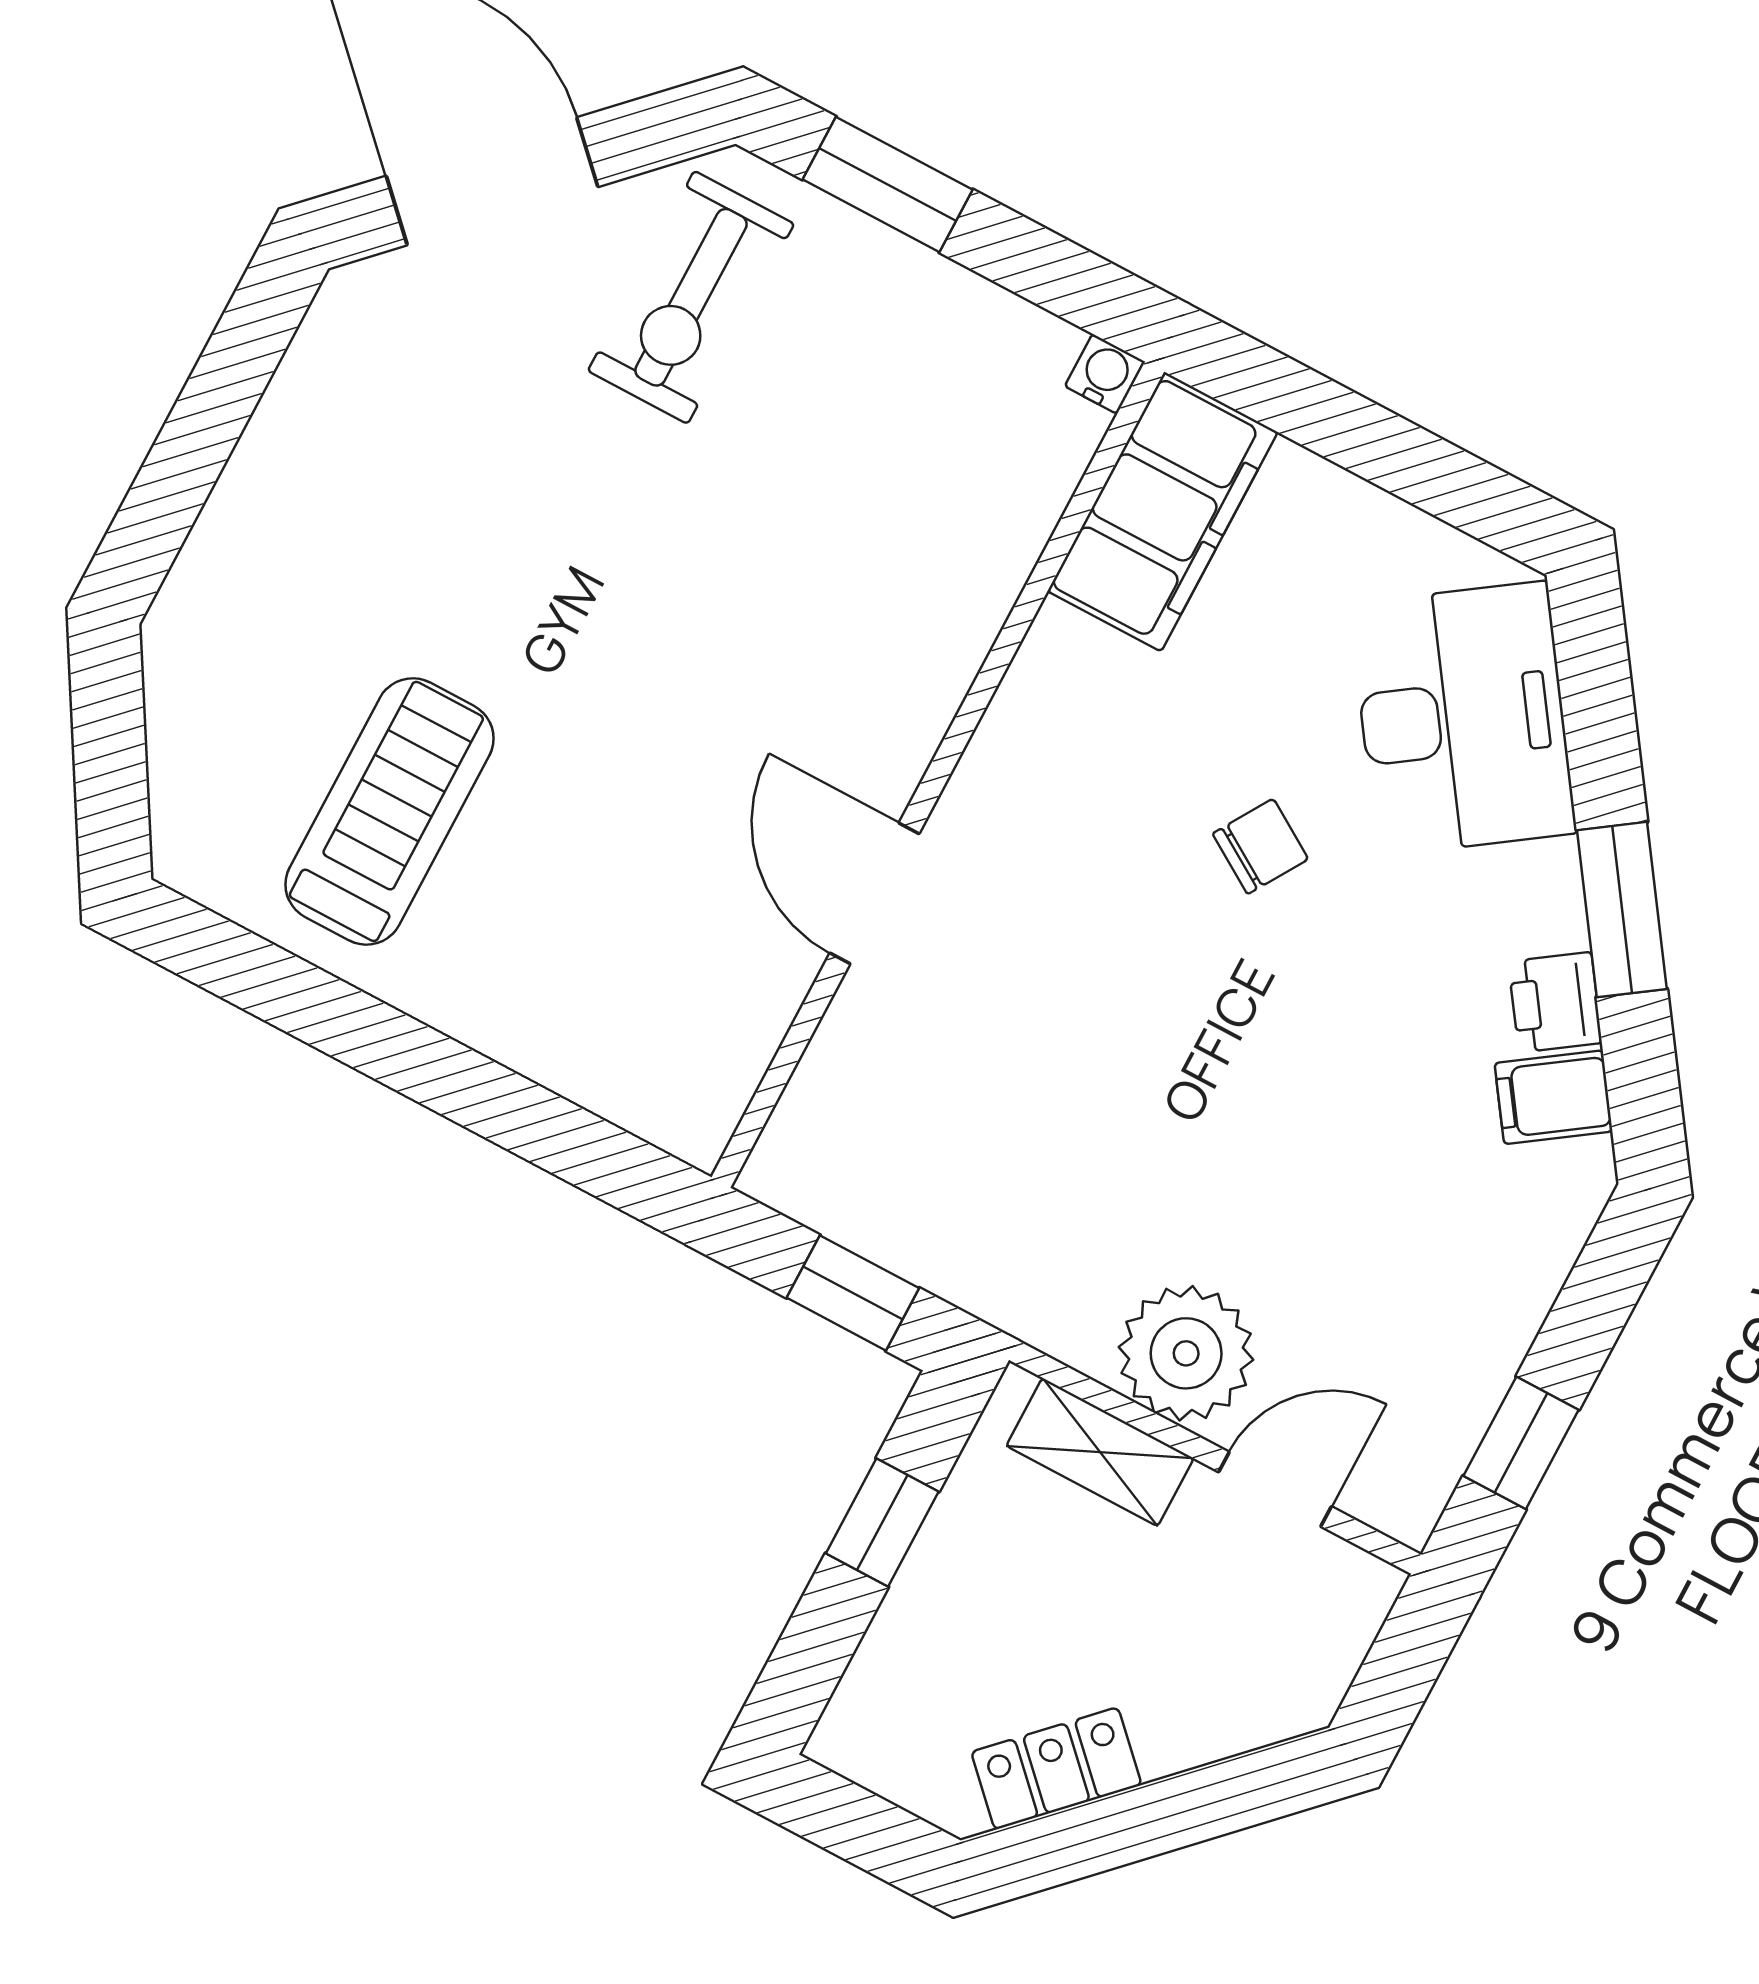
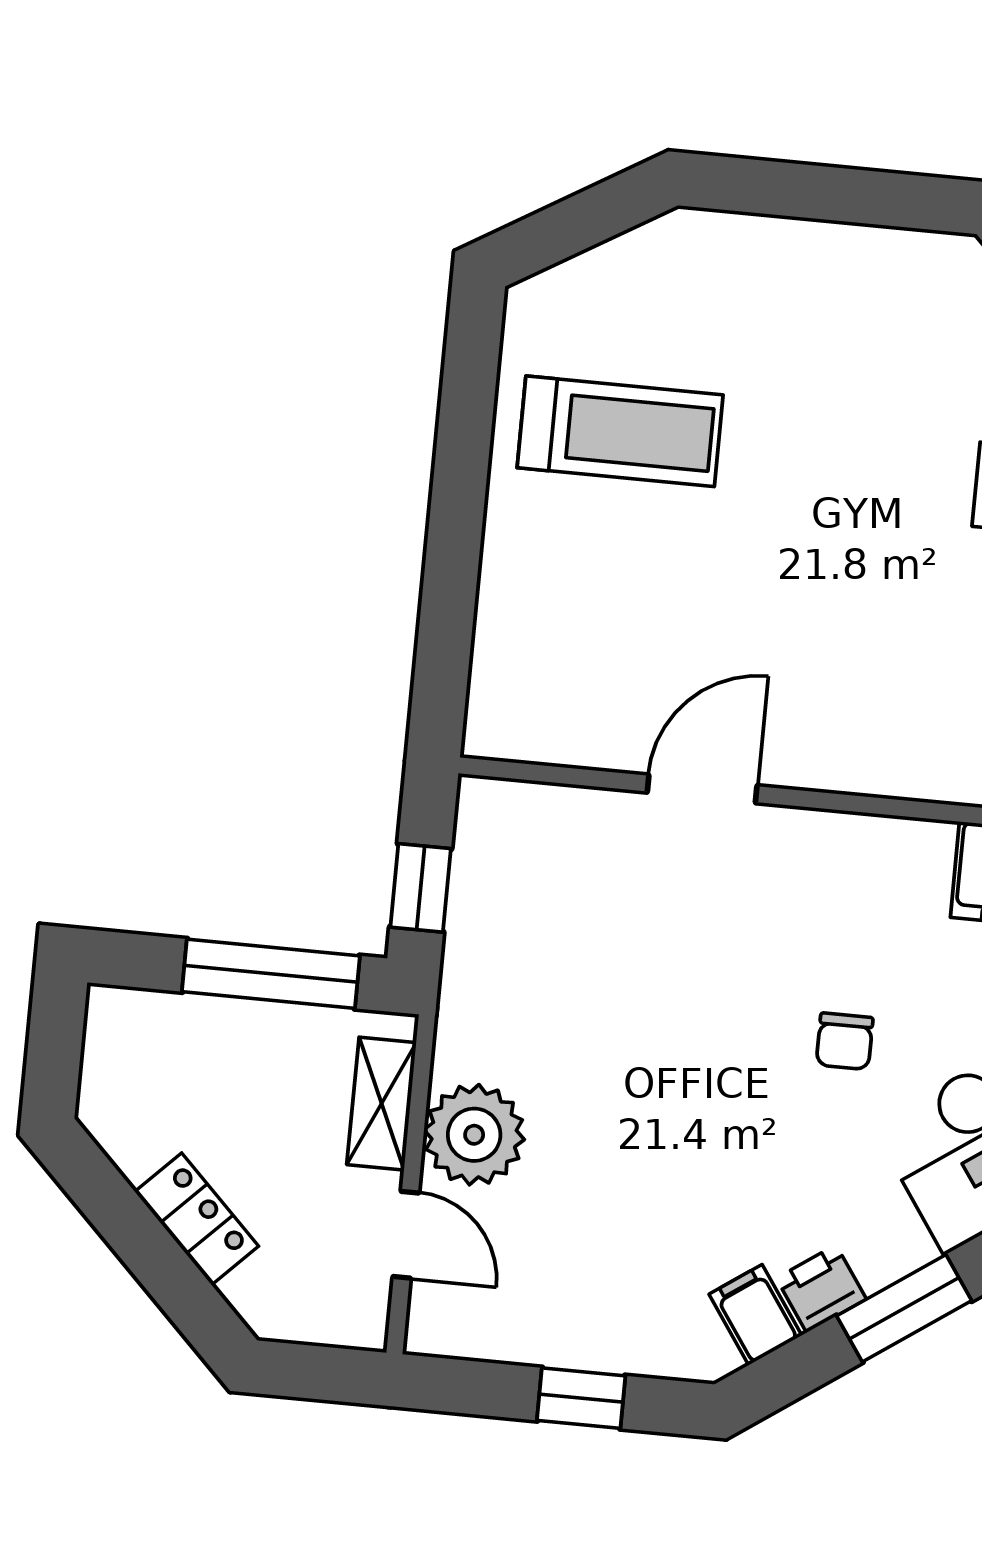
chair: (1260, 846) -> (845, 1041), turned 58
window: (1521, 1443) -> (581, 1398), moved
window: (882, 1523) -> (271, 974), width x2.17
locker: (1056, 1768) -> (197, 1219), moved

